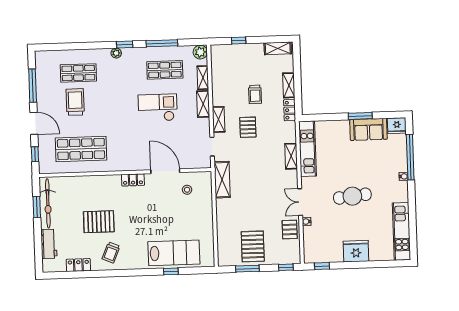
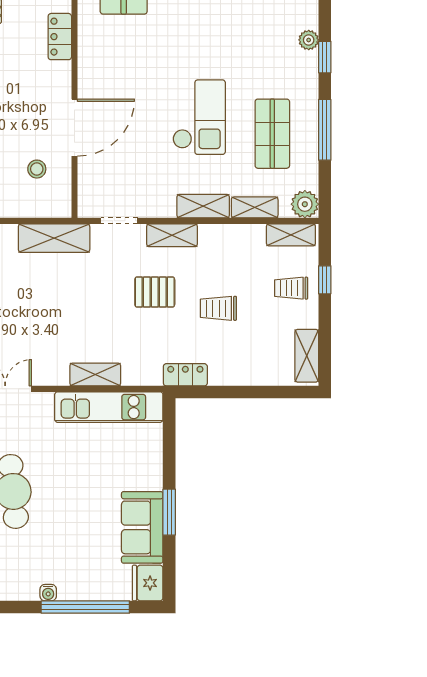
trolley: (243, 58) -> (291, 288), added
shelving: (289, 85) -> (291, 235), moved
locker: (133, 180) -> (60, 37), moved

